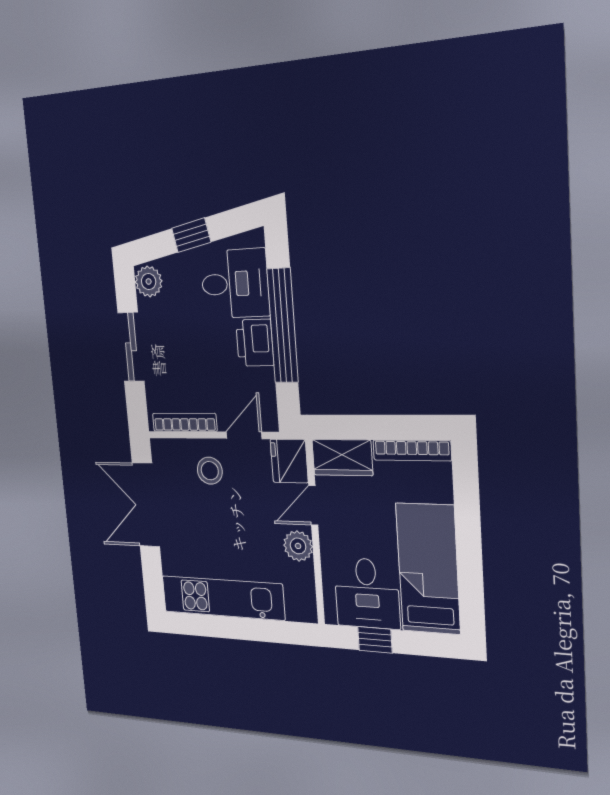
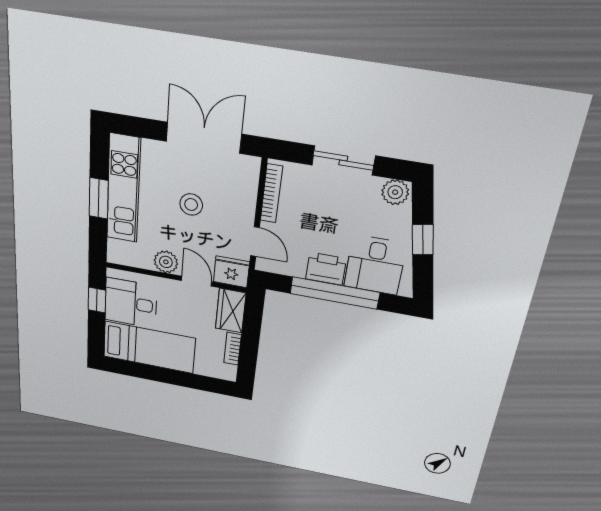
bookcase: (412, 450) -> (232, 349), width x0.64
stool: (210, 471) -> (191, 205), moved
window: (241, 629) -> (99, 198), added

